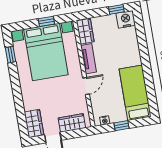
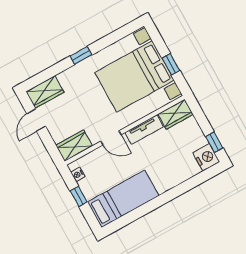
window: (10, 55) -> (81, 55), moved
wardrobe: (72, 123) -> (74, 146), moved, turned -90

